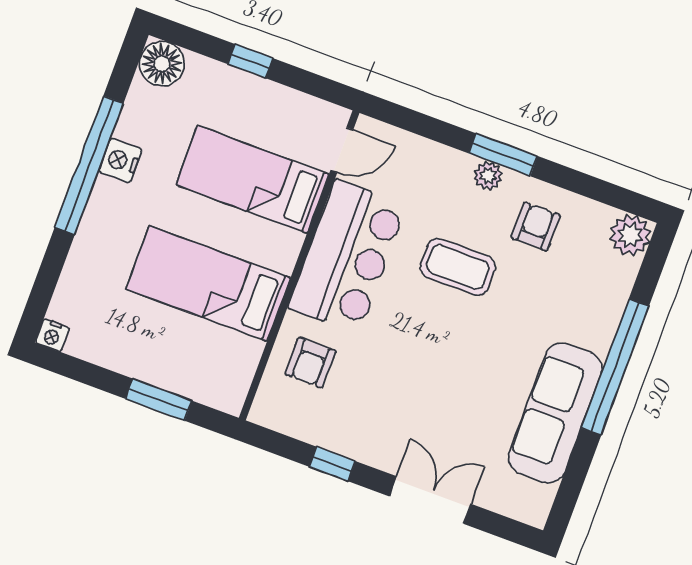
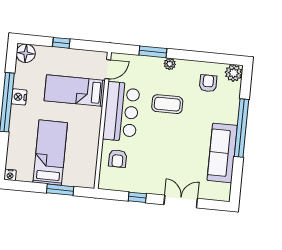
window: (503, 155) -> (153, 52), moved
armchair: (536, 227) -> (208, 83), moved
bed: (208, 283) -> (50, 153), moved, turned 90

